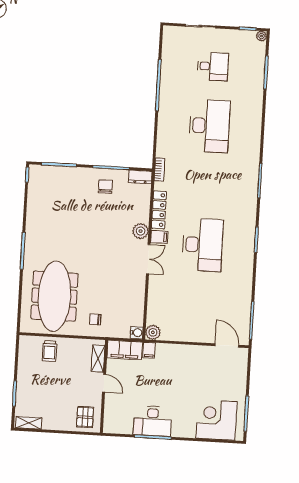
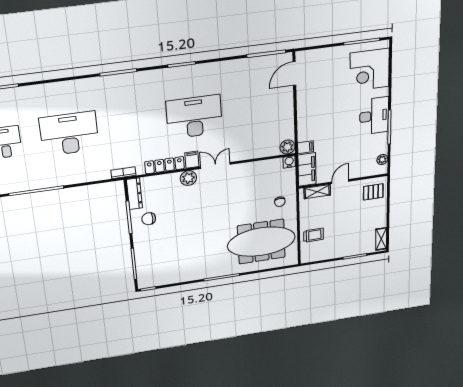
dresser: (140, 177) -> (134, 194), width x1.44
desk: (152, 421) -> (374, 116), moved
plant: (119, 428) -> (382, 160), added

